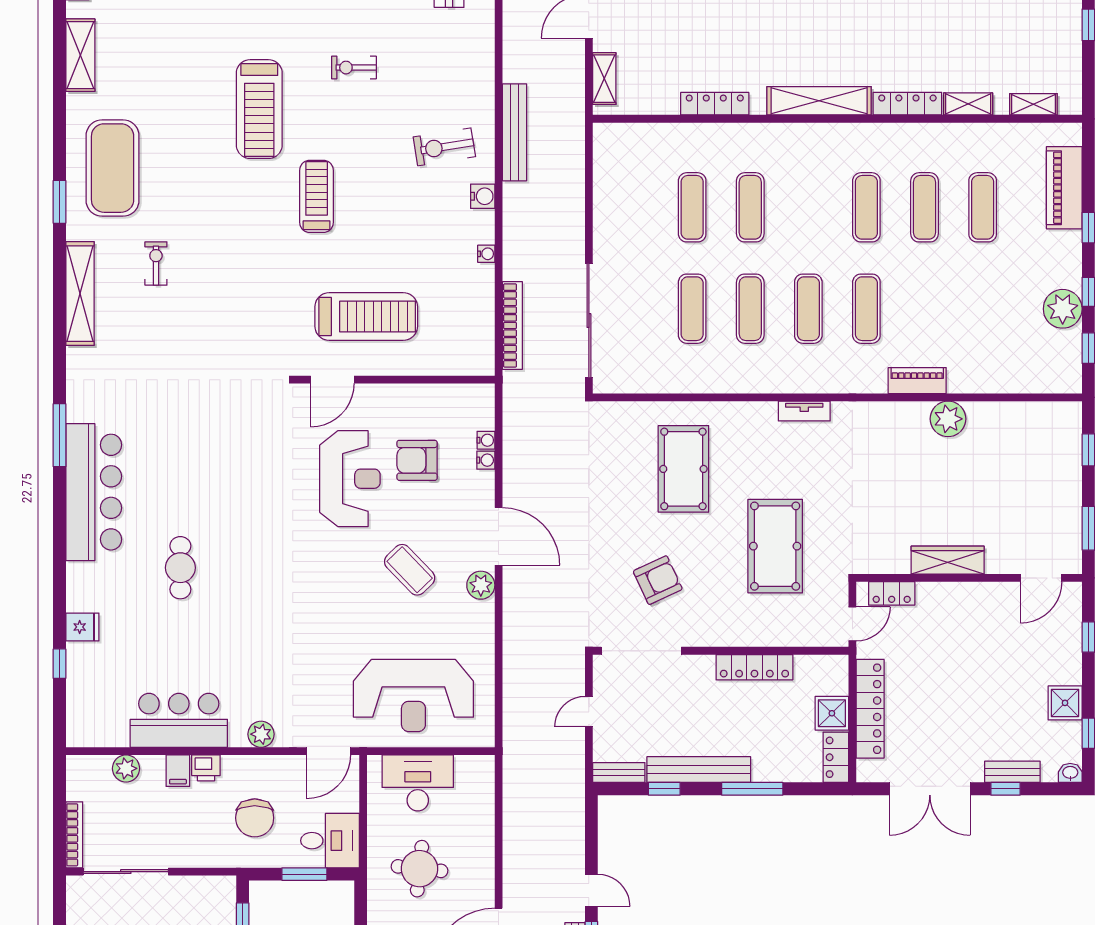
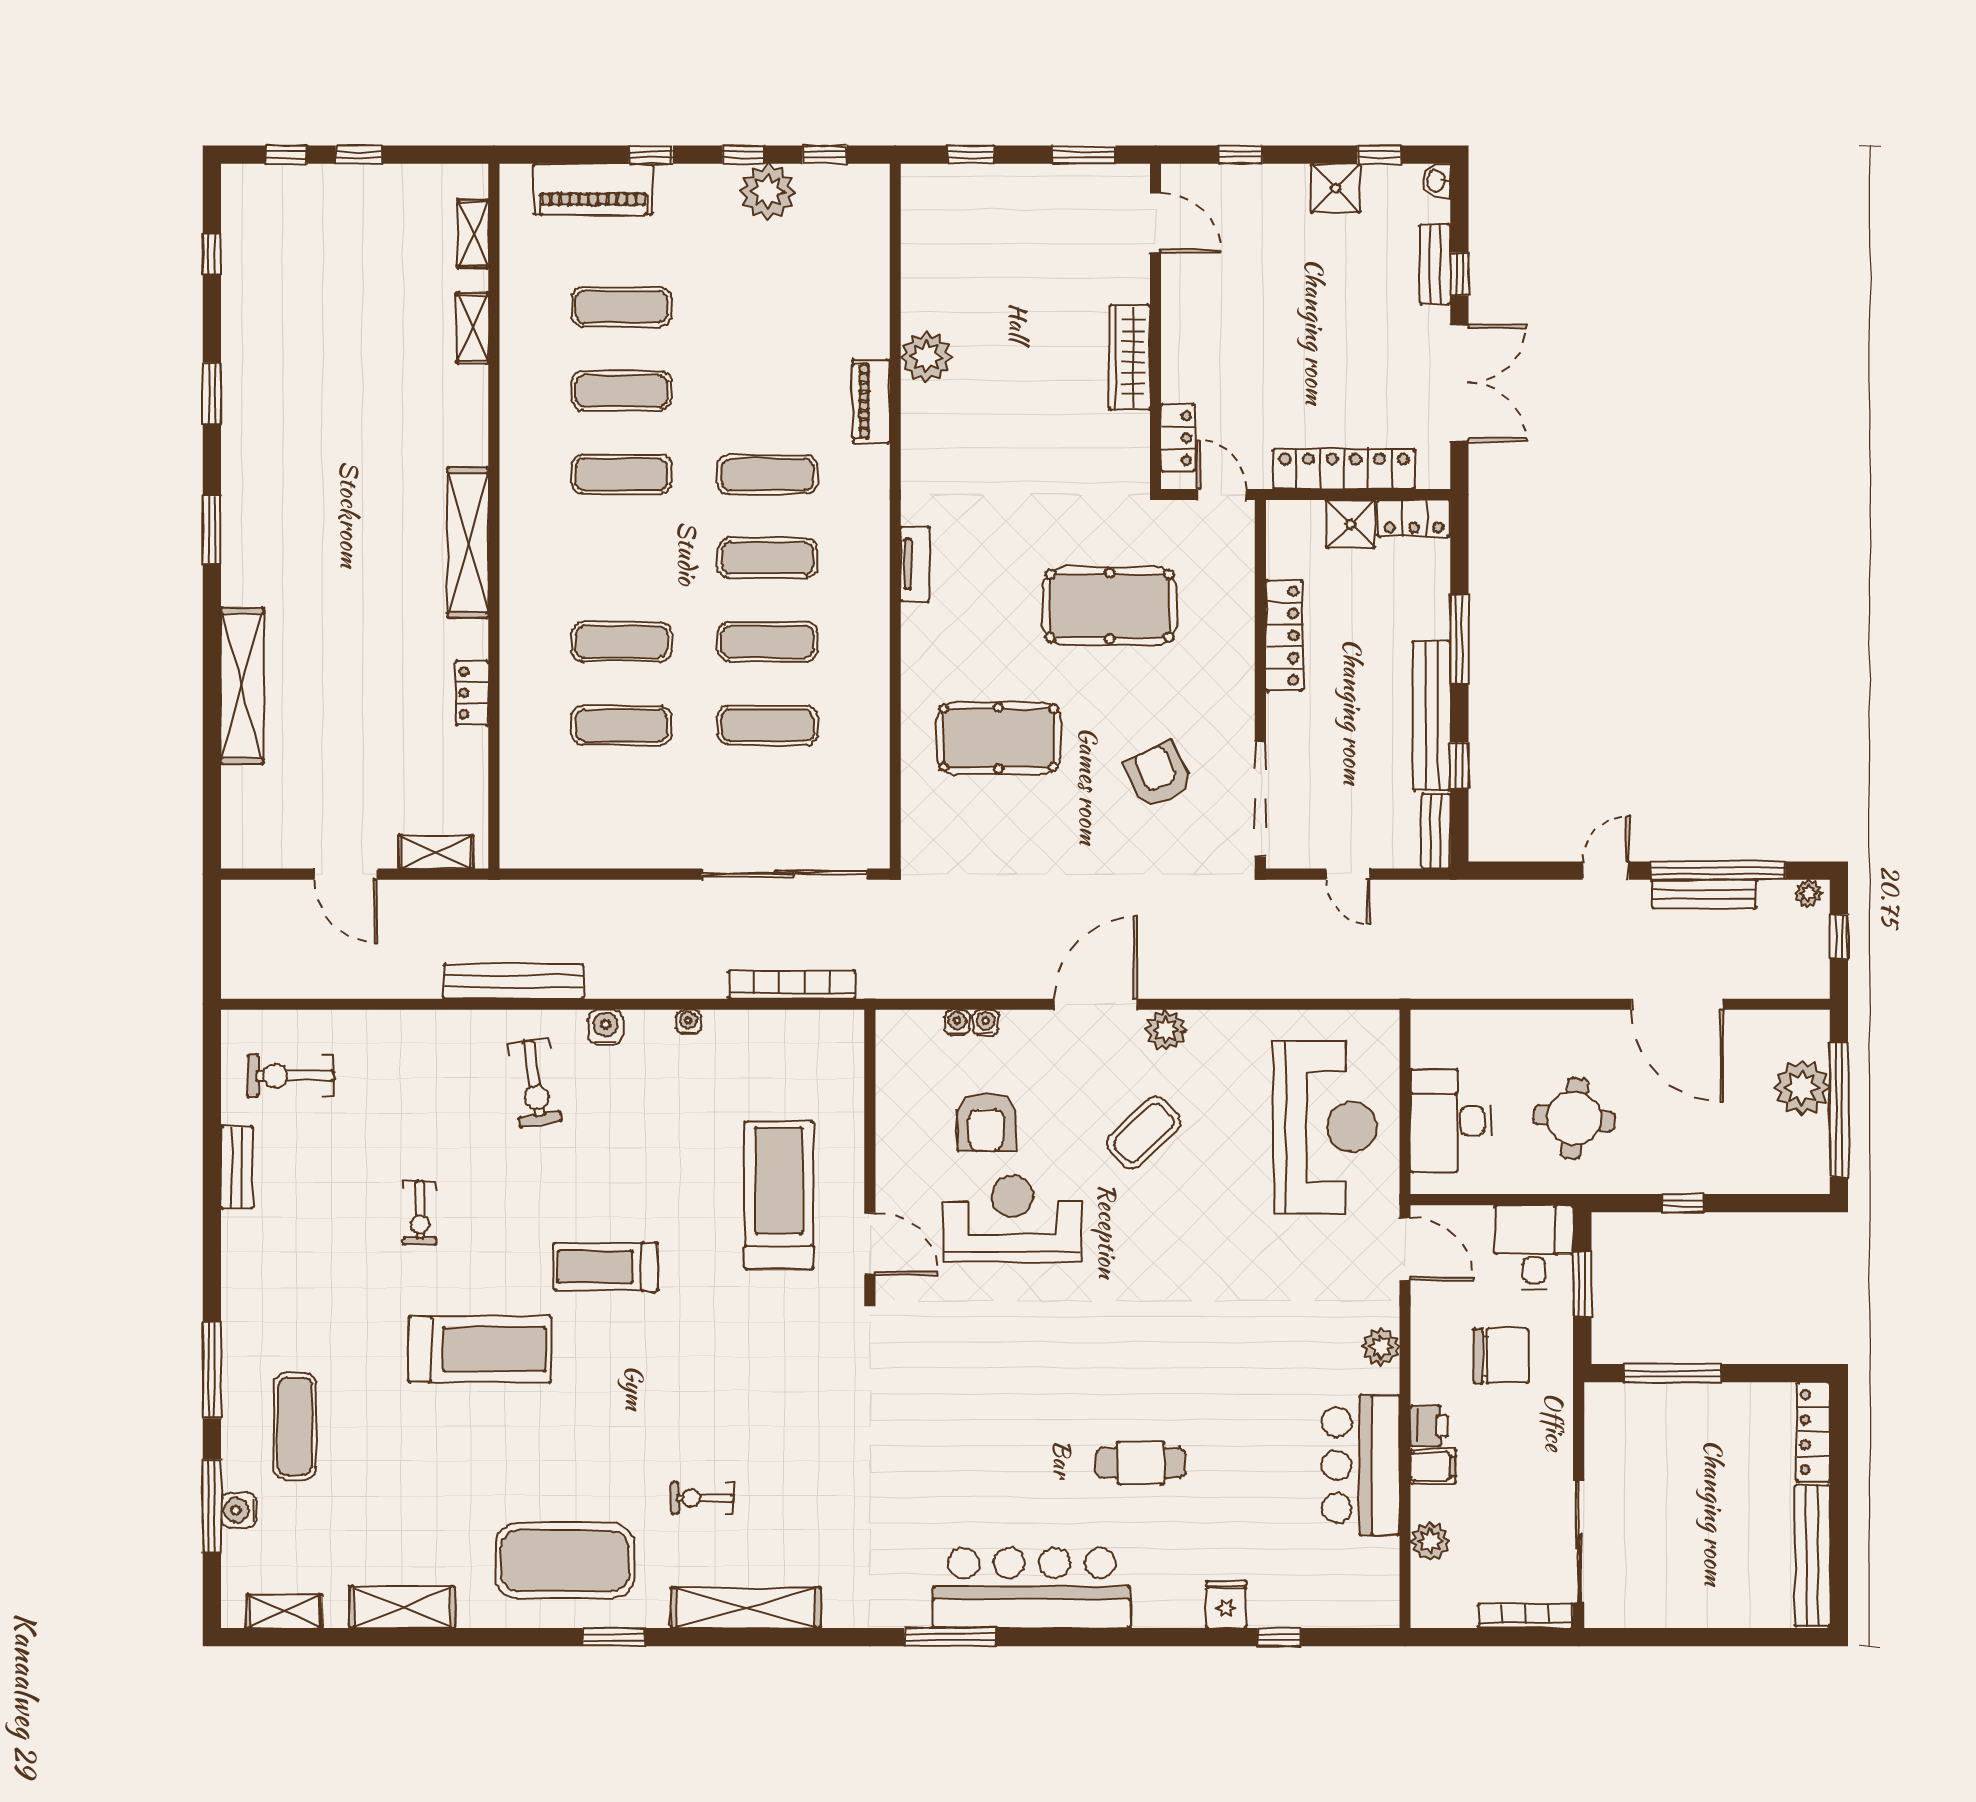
locker: (715, 104) -> (472, 693), width x0.66
locker: (907, 104) -> (472, 415), removed

